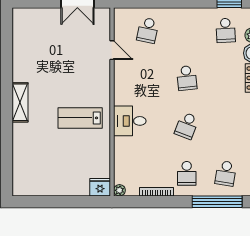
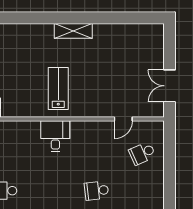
school desk: (148, 30) -> (142, 153), turned -36
school desk: (187, 126) -> (51, 191), removed

